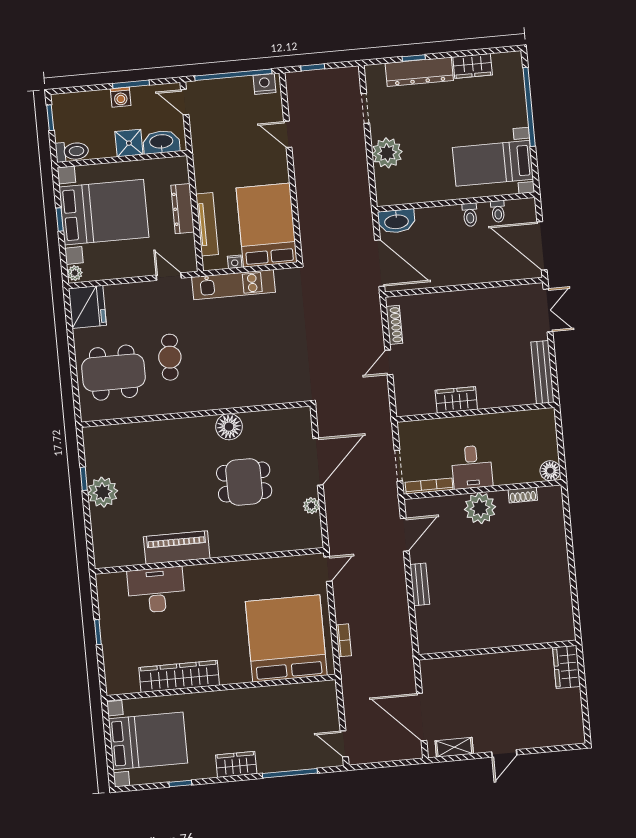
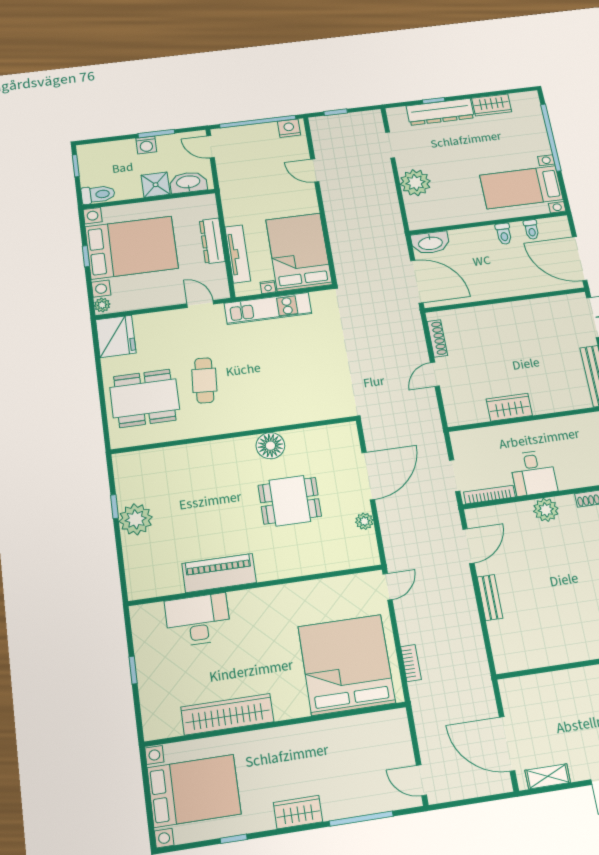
plant: (480, 508) -> (546, 510), width x0.73, depth x0.73

